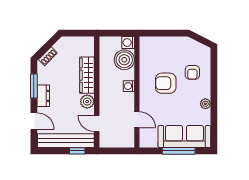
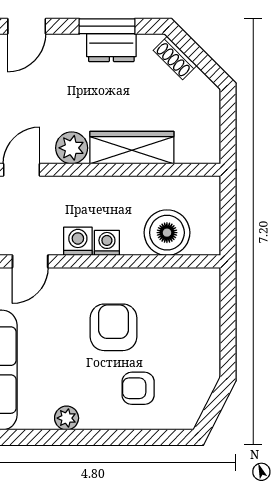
washing machine: (128, 43) -> (78, 241), moved
dresser: (43, 96) -> (111, 48), moved

